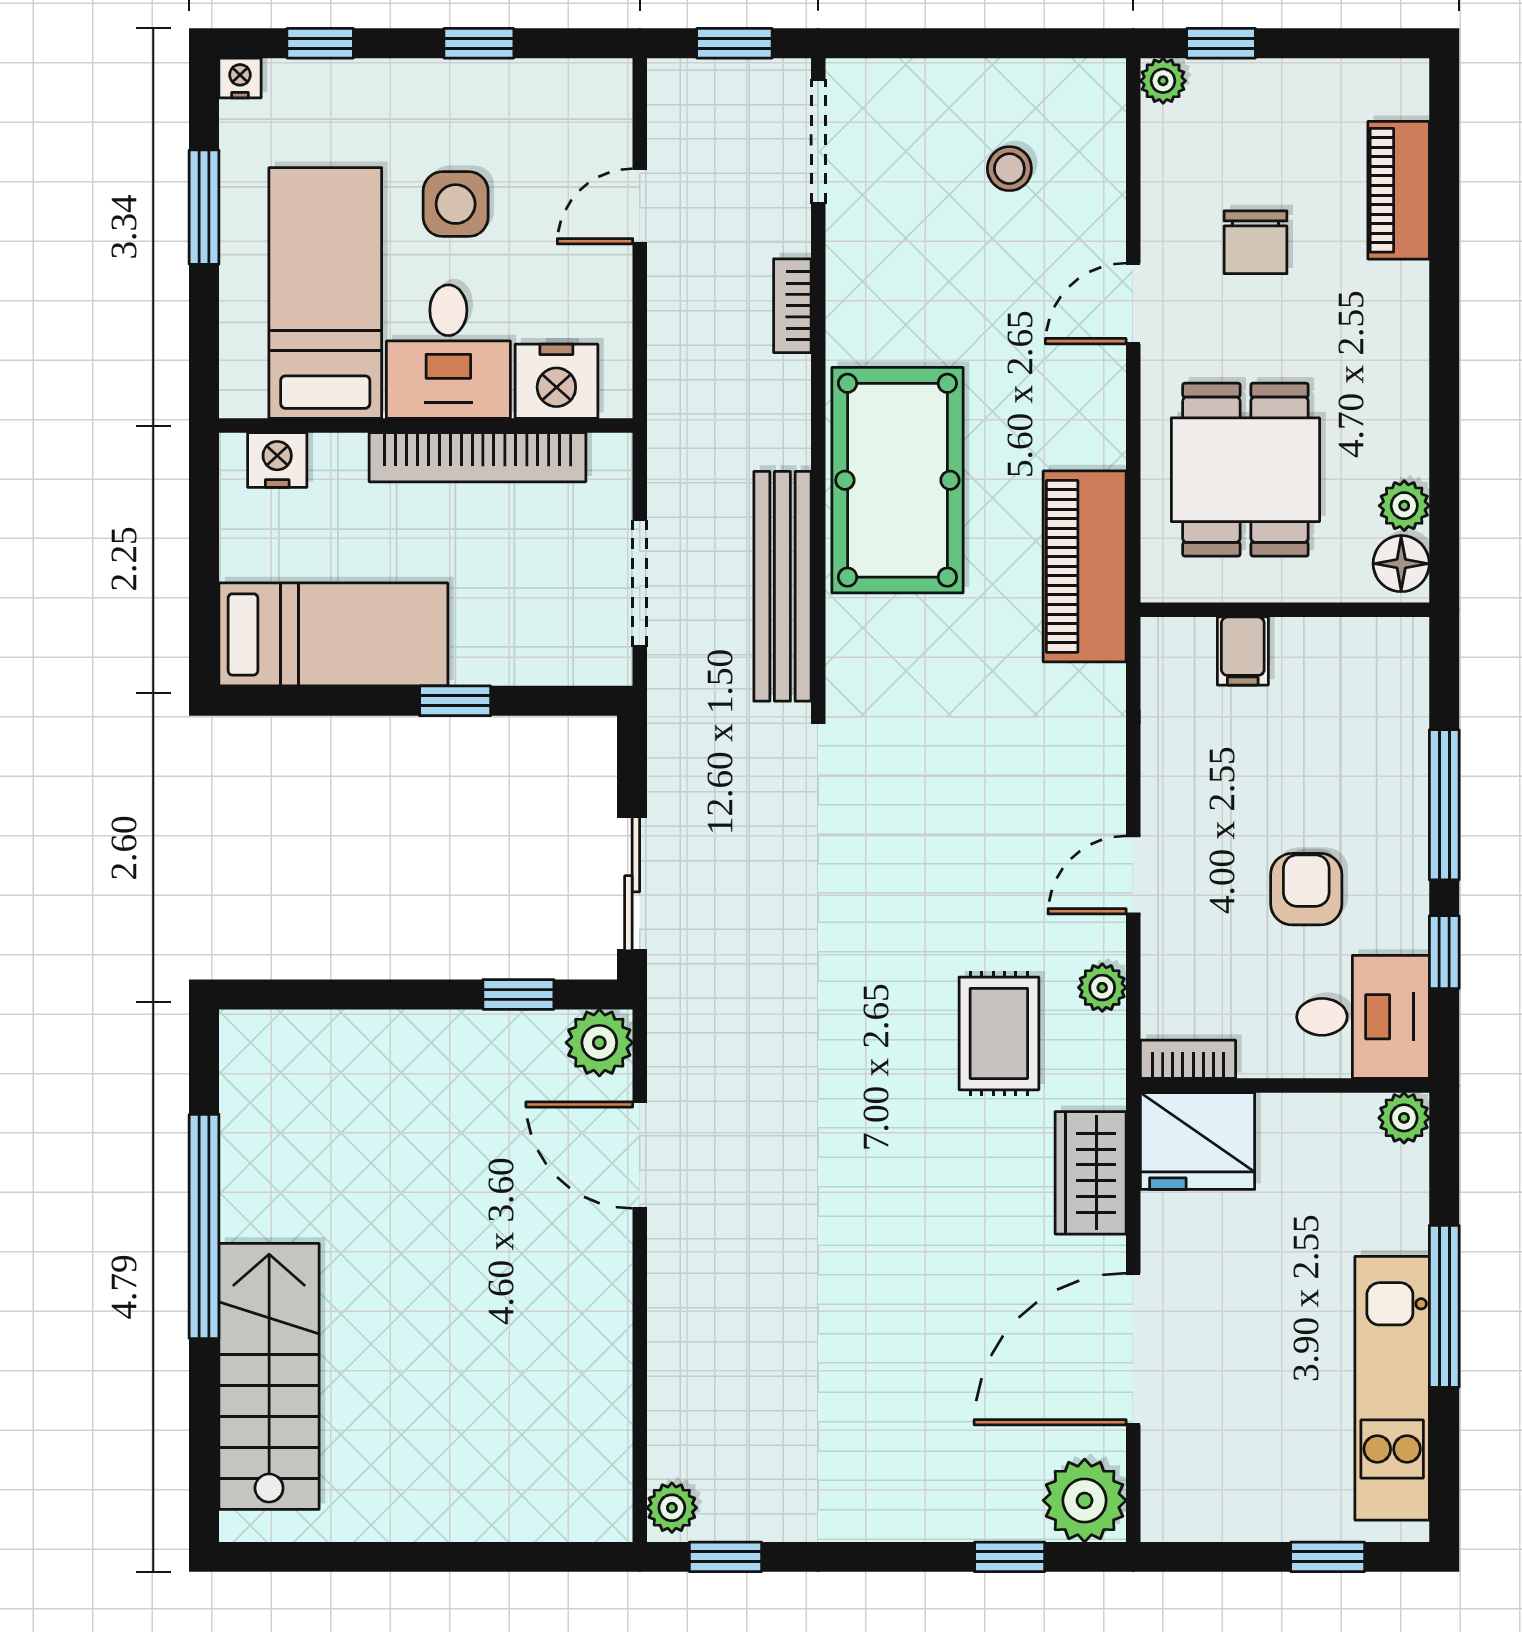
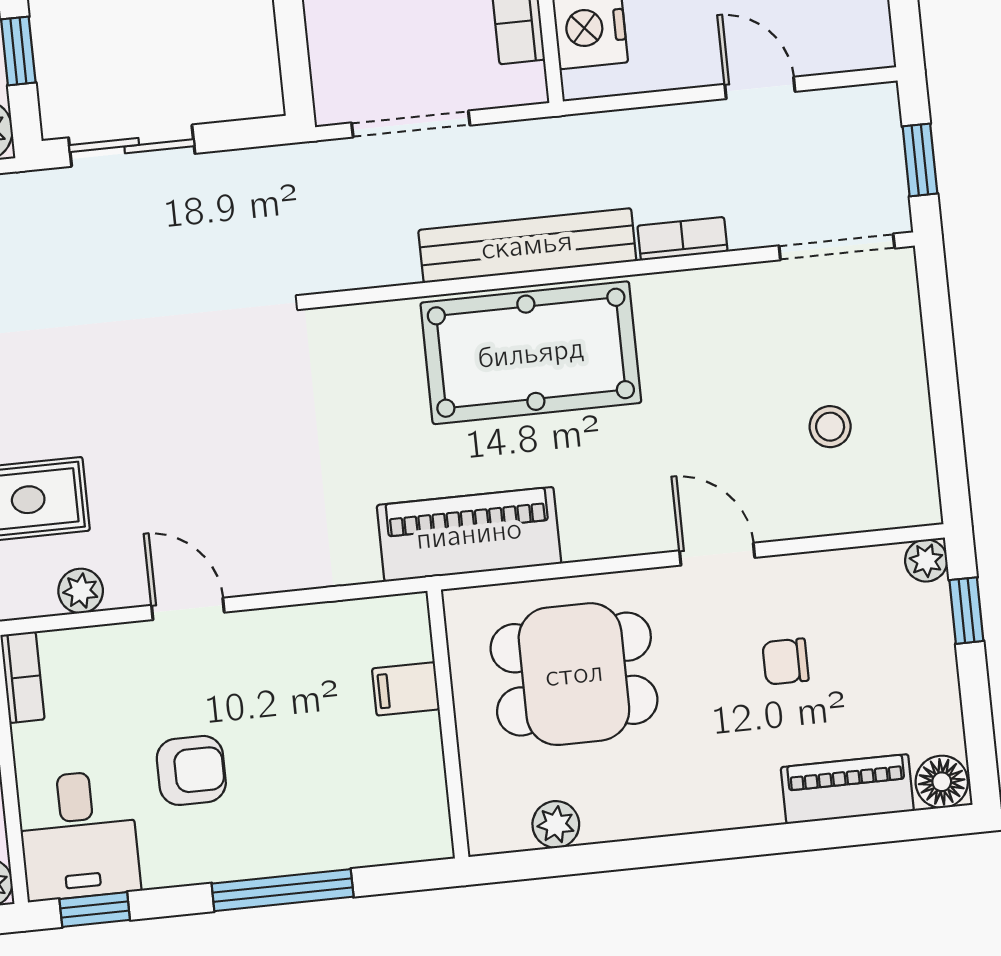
chair: (1256, 242) -> (785, 662), width x0.73, depth x0.73
floor lamp: (1401, 564) -> (942, 782), moved
bench: (782, 586) -> (527, 245), moved
window: (1444, 952) -> (95, 910), moved

